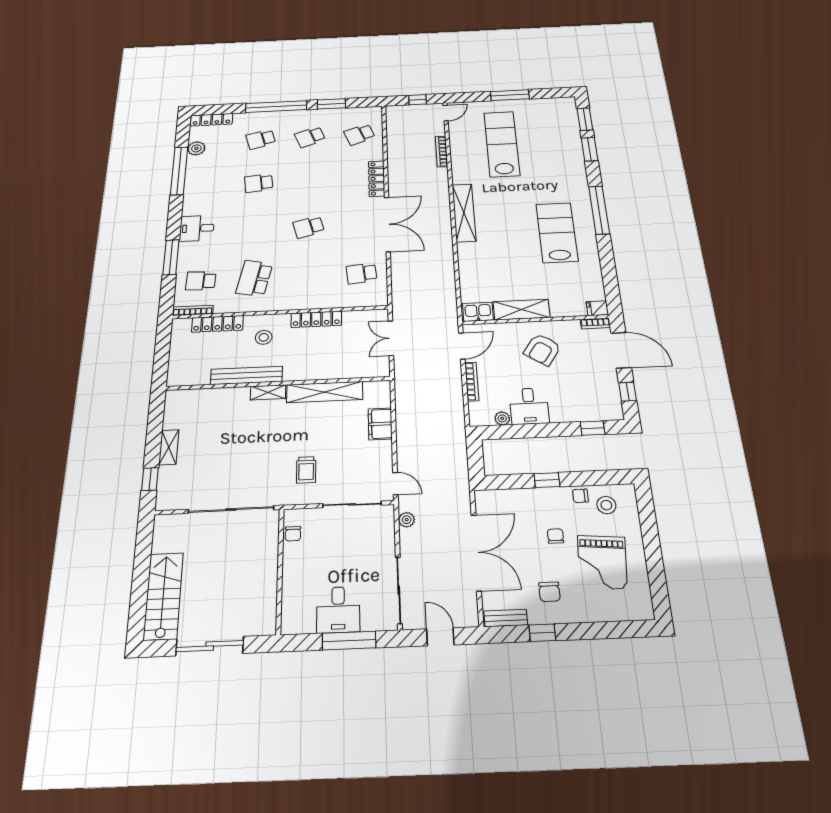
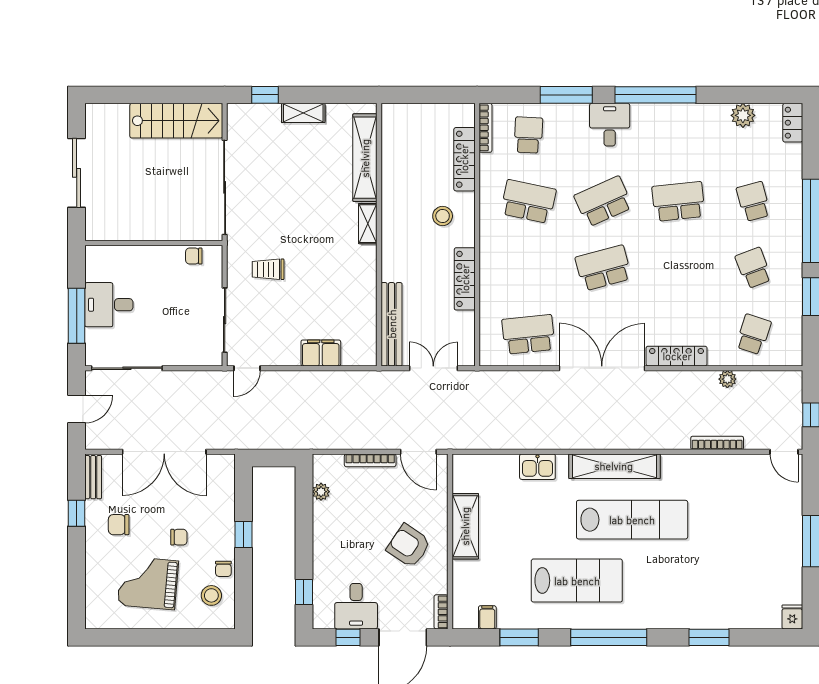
window: (585, 119) -> (519, 637), moved
locker: (212, 120) -> (793, 123), width x0.66
school desk: (359, 135) -> (753, 334), turned 39
lab bench: (502, 144) -> (632, 520), moved
window: (179, 171) -> (655, 95), moved
school desk: (259, 183) -> (678, 201), width x1.85
double door: (387, 224) -> (602, 368), swing flipped
school desk: (309, 227) -> (603, 268), width x1.85
school desk: (257, 229) -> (603, 201), added
school desk: (361, 273) -> (528, 334), width x1.85
filing cabinet: (595, 291) -> (487, 617), added
fridge: (597, 308) -> (792, 617), moved
kitchen sink: (478, 312) -> (537, 467), moved, turned 90
bench: (247, 375) -> (392, 324), moved
shelving: (325, 392) -> (365, 158), moved
desk: (529, 406) -> (356, 606), moved, turned -90
chair: (580, 496) -> (223, 569), turned 180
plant: (407, 520) -> (727, 379), moved
stairs: (163, 596) -> (176, 121), moved

